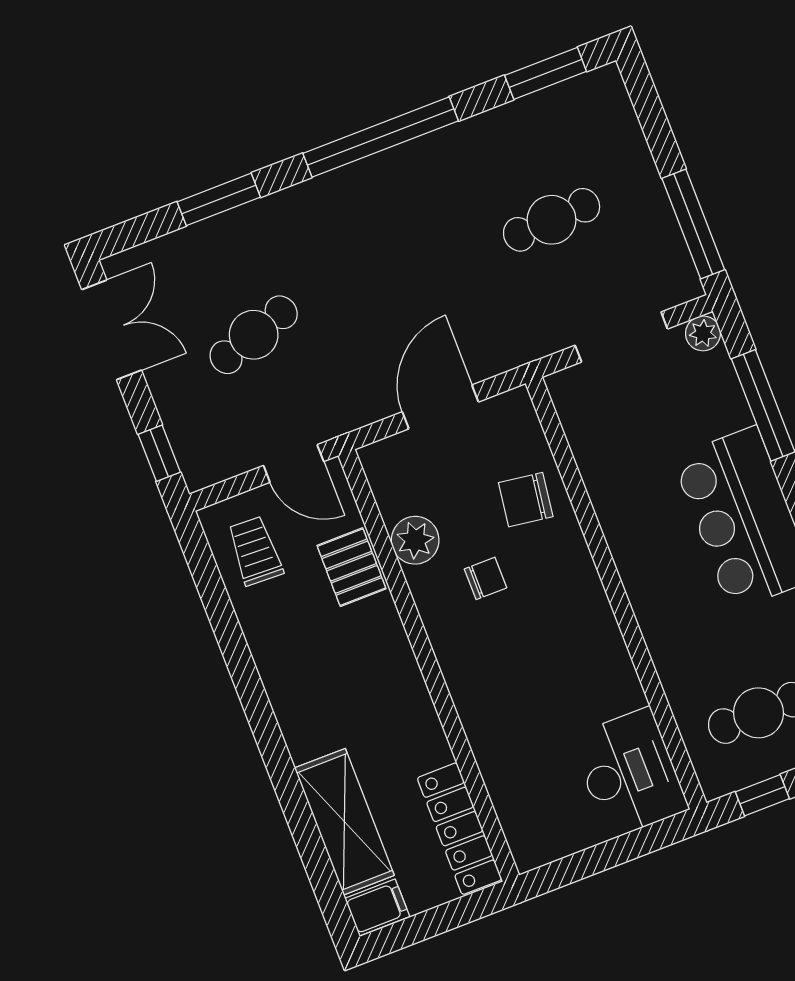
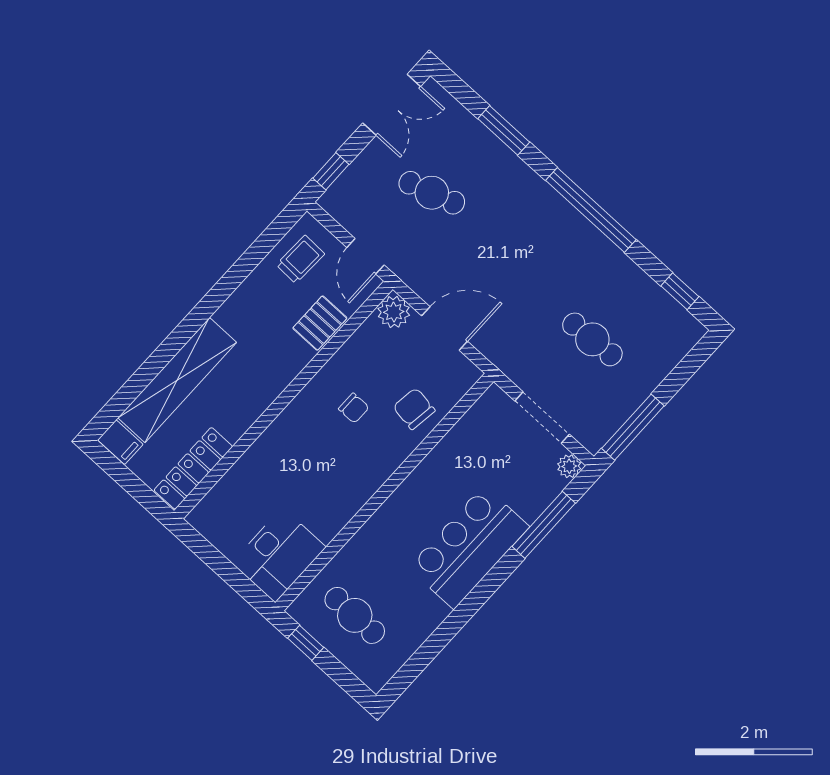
window: (546, 73) -> (680, 291), width x0.67
plant: (415, 540) -> (394, 312), moved
shelving: (344, 822) -> (177, 380), width x1.47

